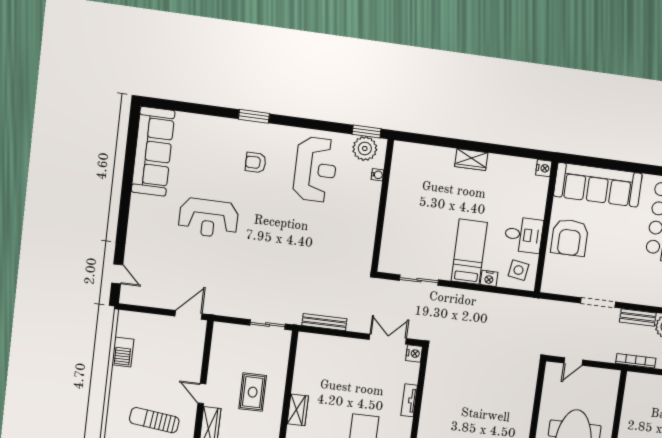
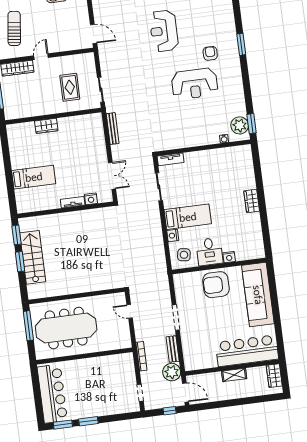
nightstand: (544, 168) -> (229, 257), moved
reception desk: (315, 169) -> (195, 84), moved
tv unit: (386, 255) -> (171, 159), added
nightstand: (414, 353) -> (91, 199), moved
rug: (253, 392) -> (70, 87), moved, turned 90

